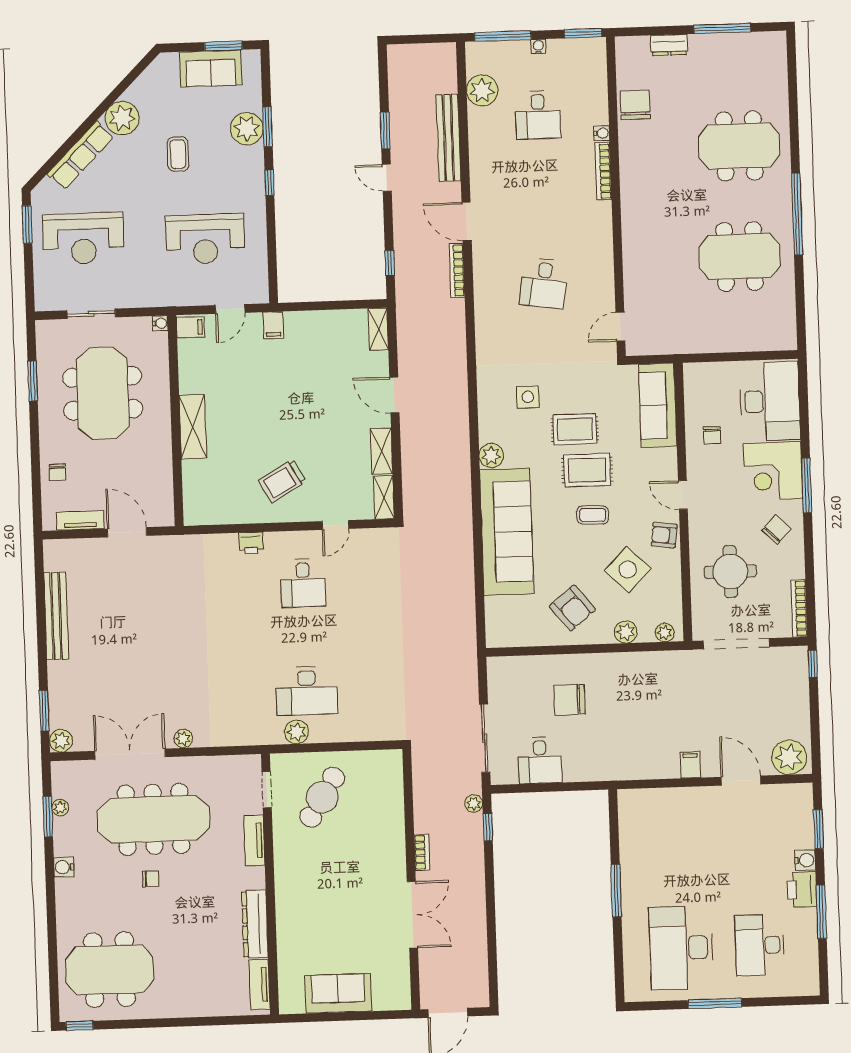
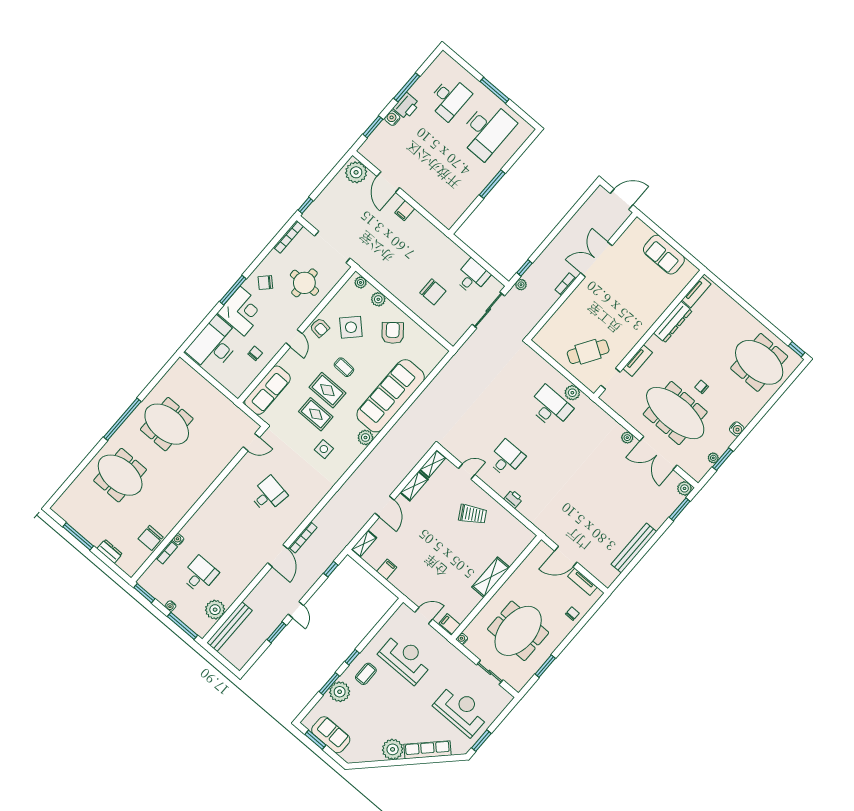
bench: (449, 138) -> (229, 627), moved
coffee table: (178, 154) -> (366, 674), moved
bookcase: (603, 171) -> (167, 552), moved, width x0.64
filing cabinet: (273, 325) -> (387, 569), moved
door: (127, 532) -> (566, 556), hinge flipped

